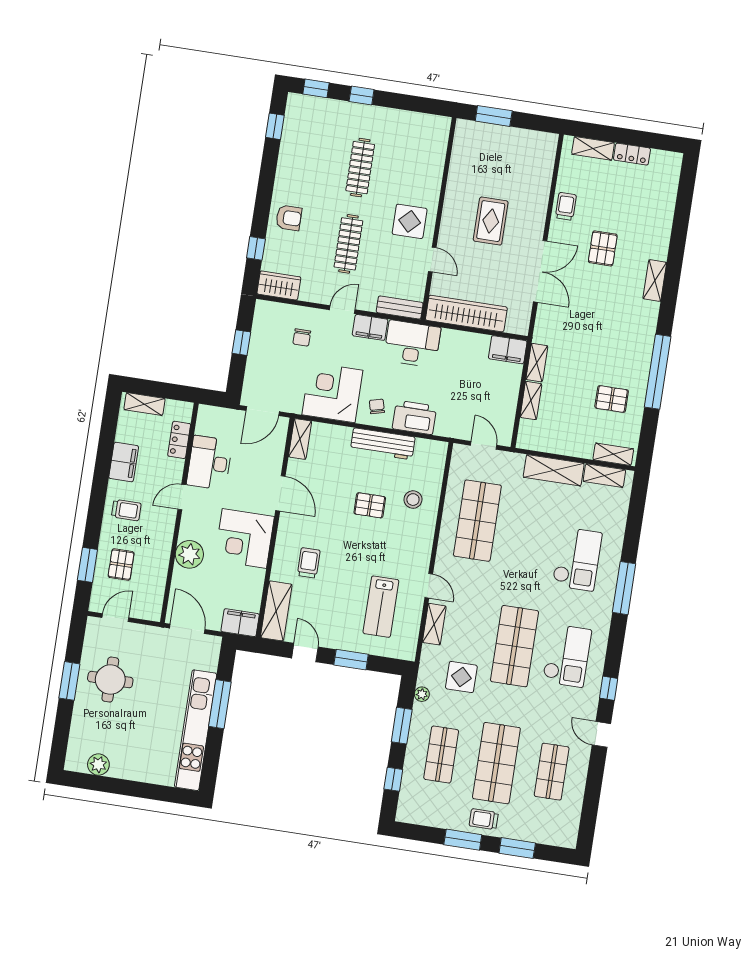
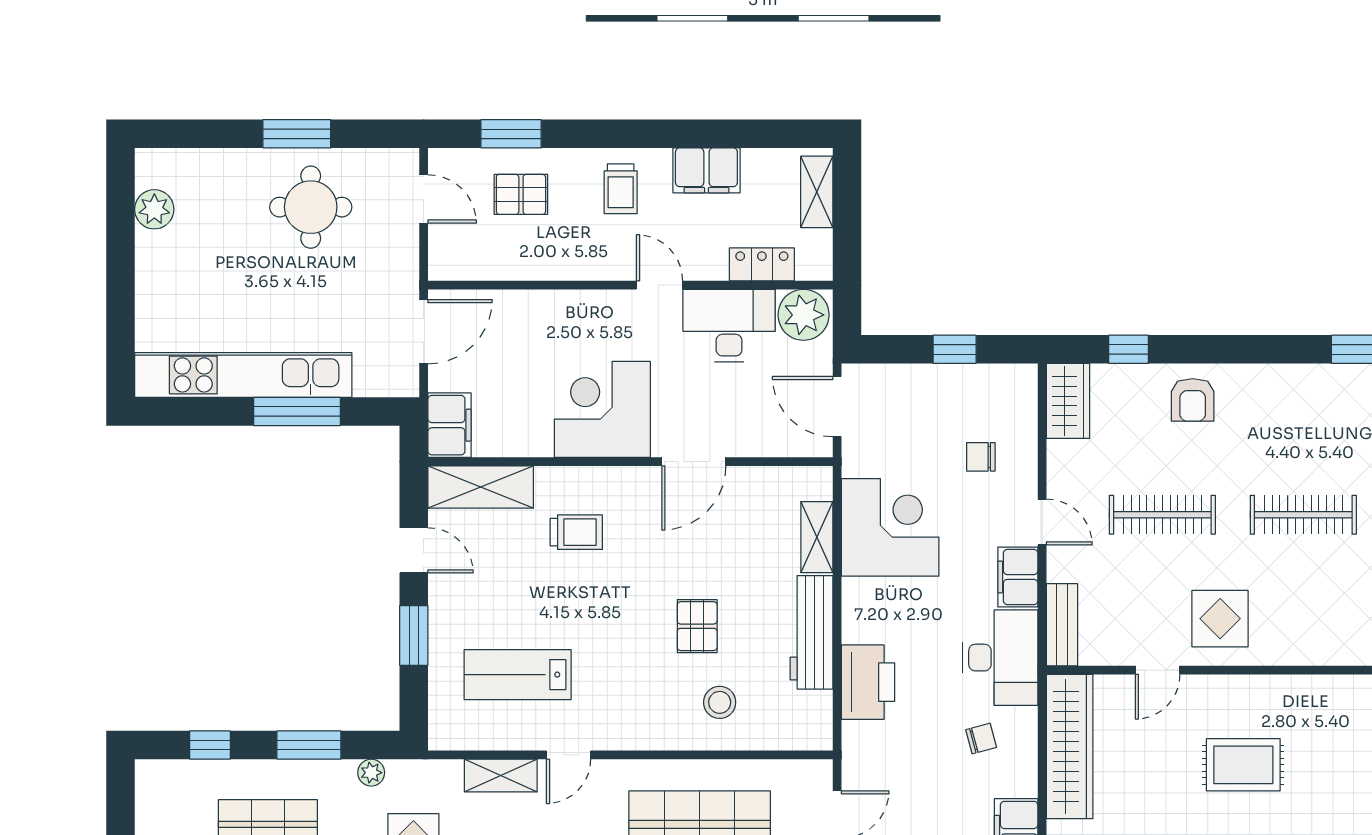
chair: (377, 406) -> (981, 739), moved
shelving: (300, 439) -> (817, 537), moved, turned 90
plant: (189, 554) -> (804, 315), moved
door: (305, 652) -> (414, 550), hinge flipped

